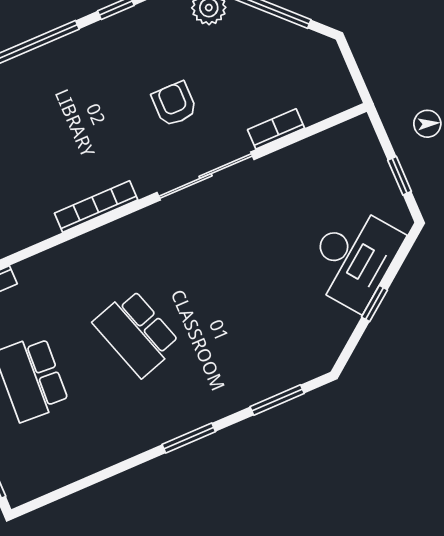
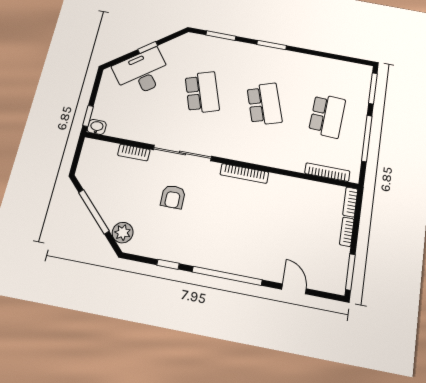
washbasin: (358, 129) -> (97, 127), added
window: (400, 176) -> (88, 116), moved
school desk: (242, 288) -> (202, 92), added

